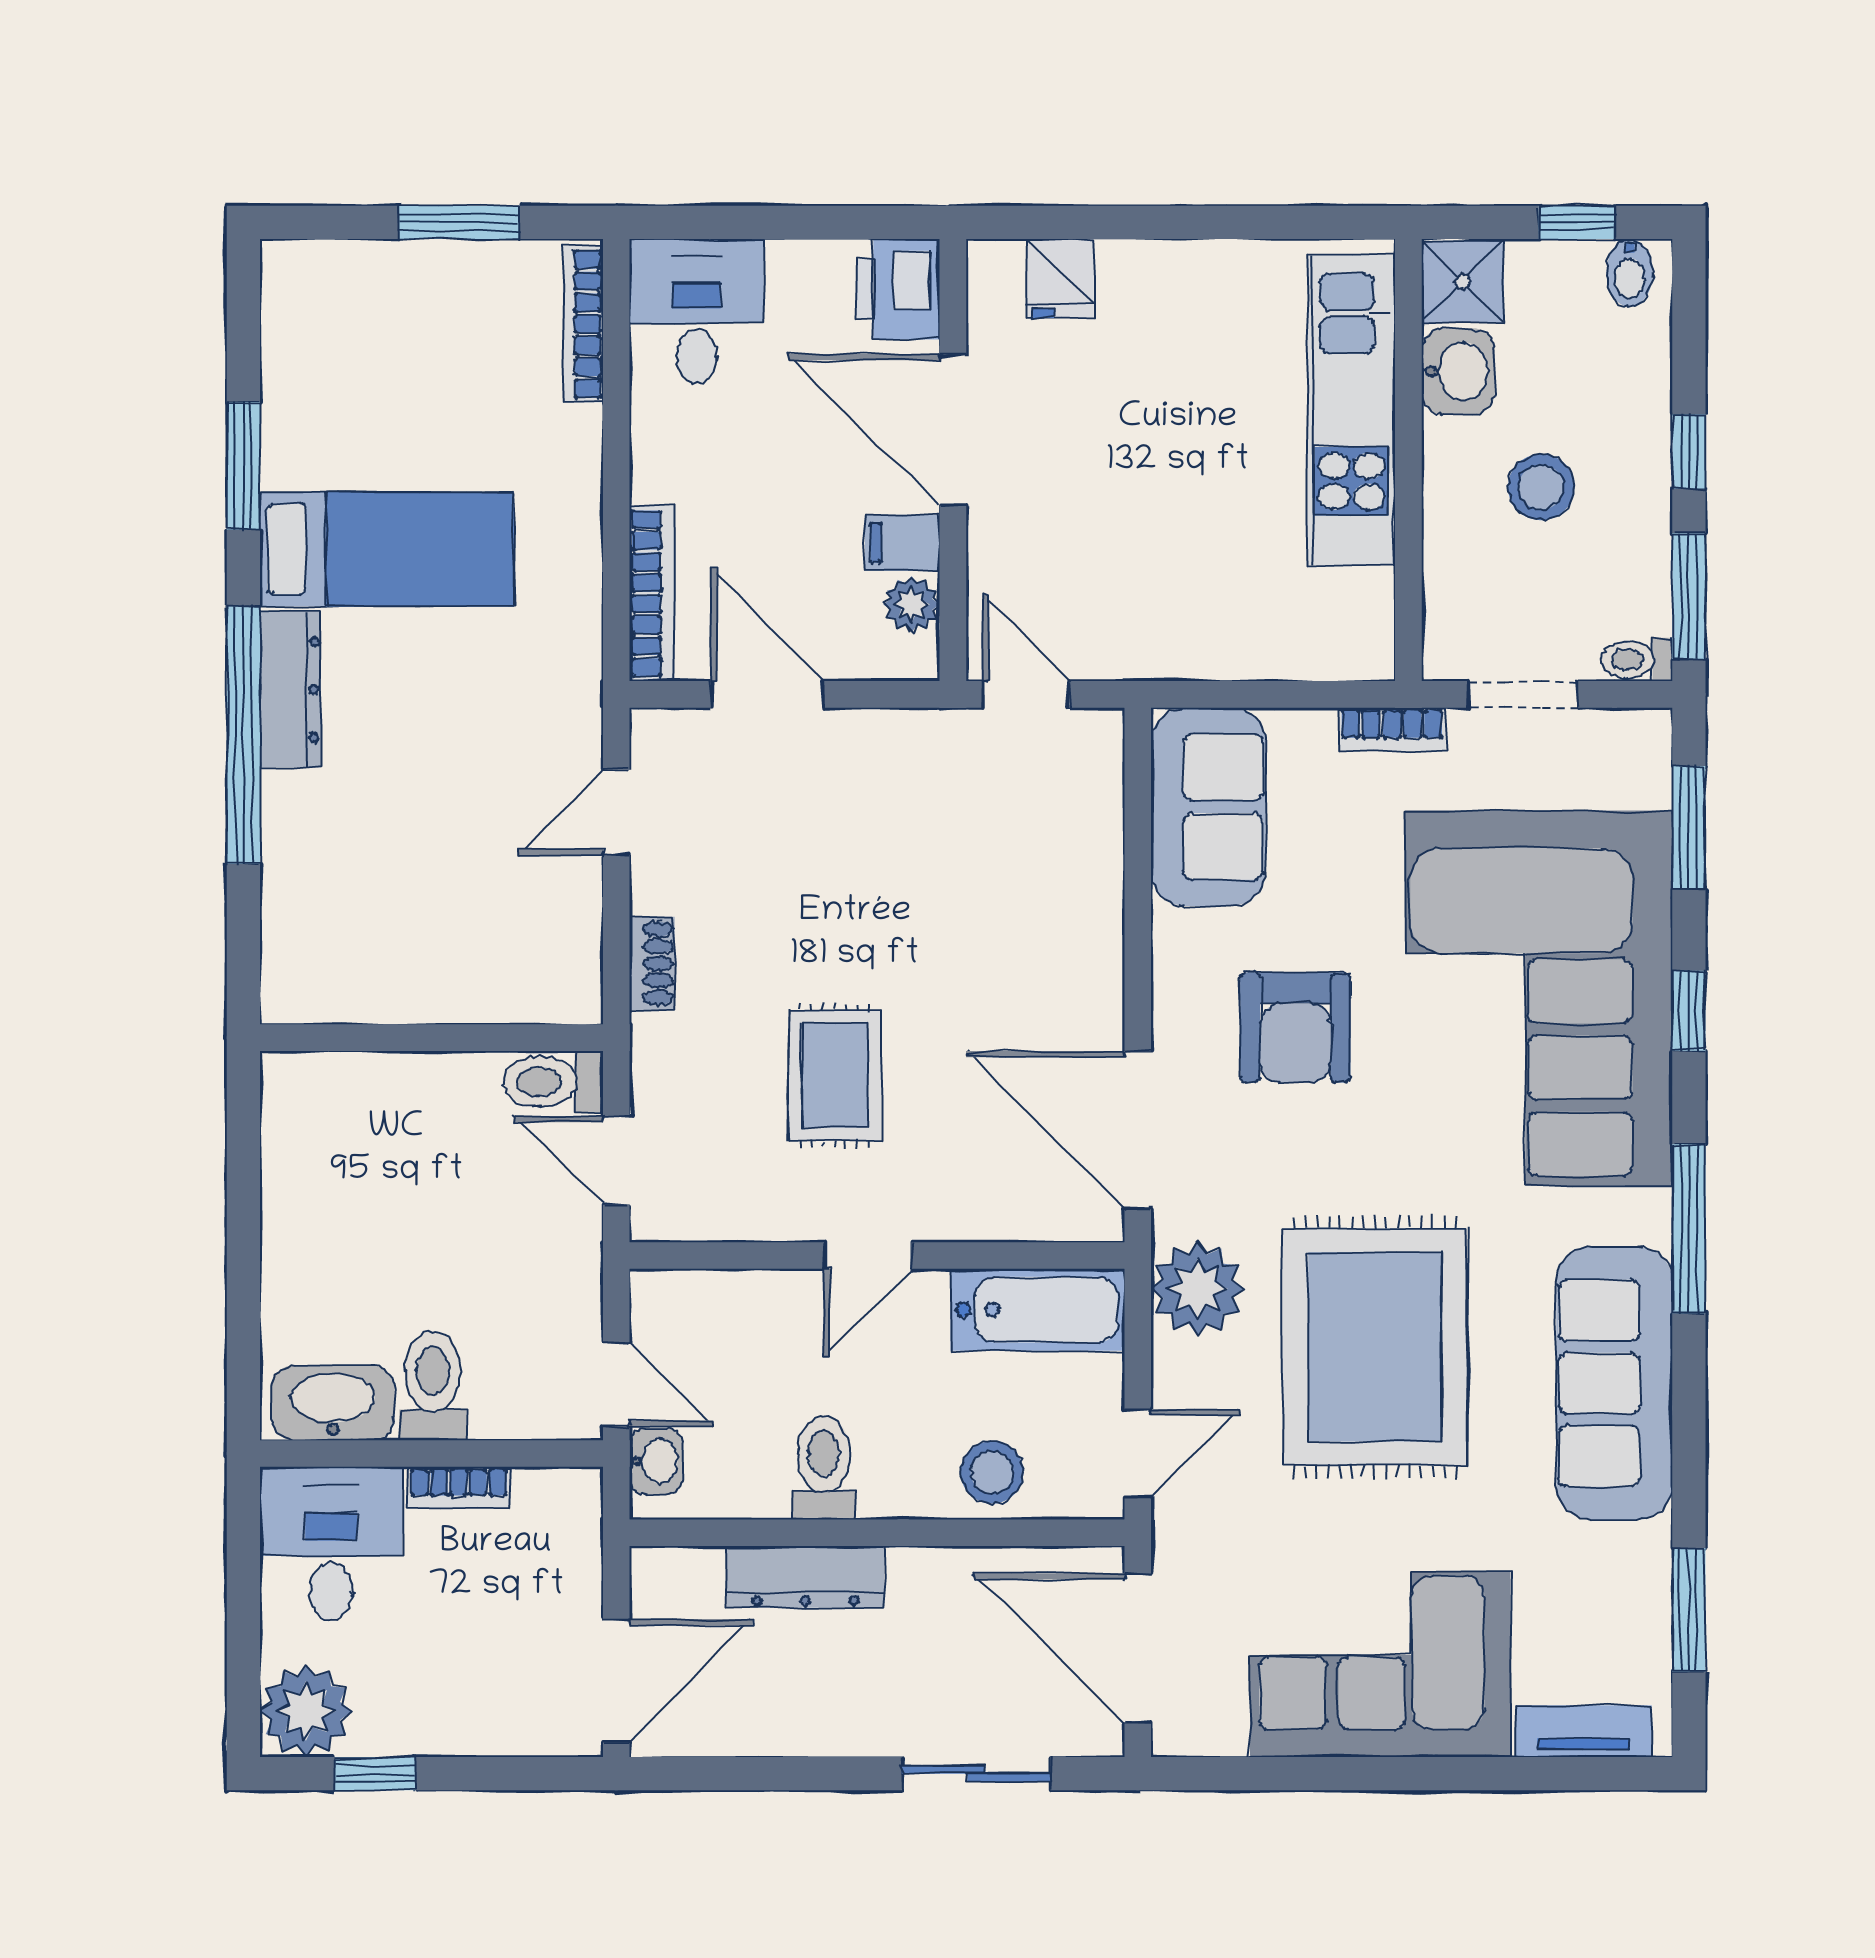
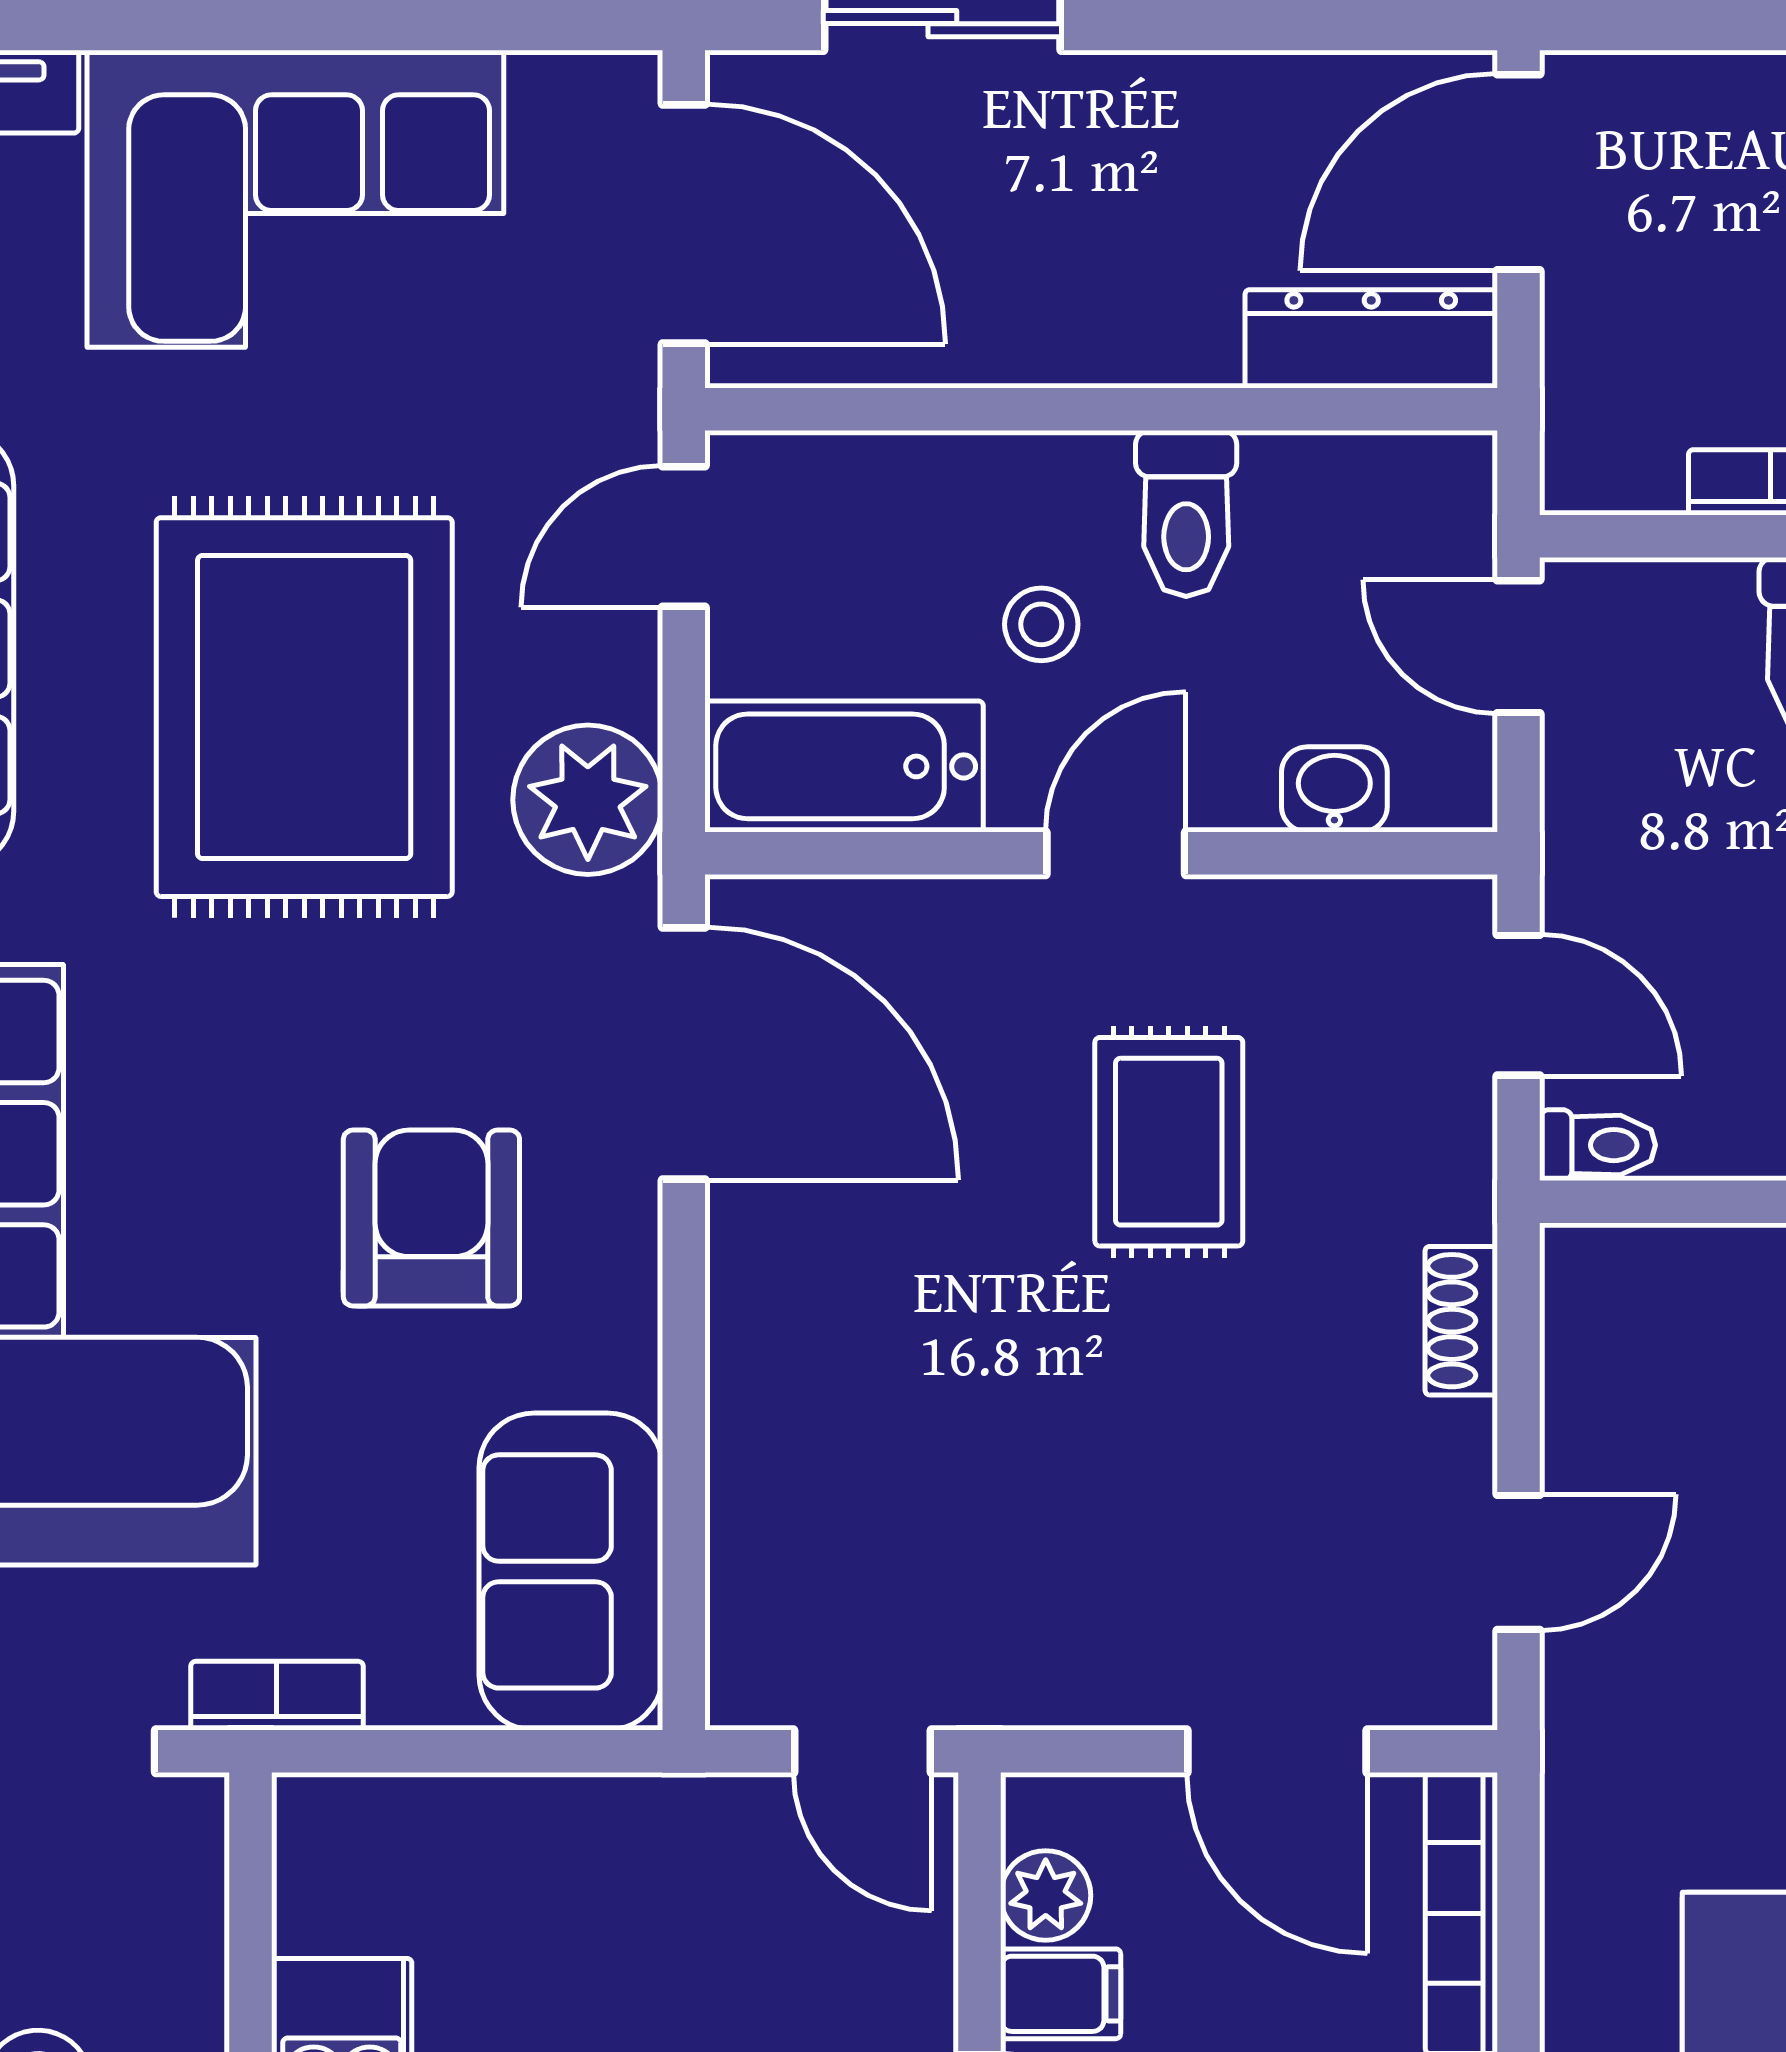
toilet: (553, 1081) -> (1598, 1145), width x0.73, depth x0.72
washbasin: (656, 1461) -> (1334, 789), moved, turned 90
stool: (992, 1472) -> (1041, 624), moved, width x0.73, depth x0.73
dresser: (805, 1577) -> (1371, 339), moved

